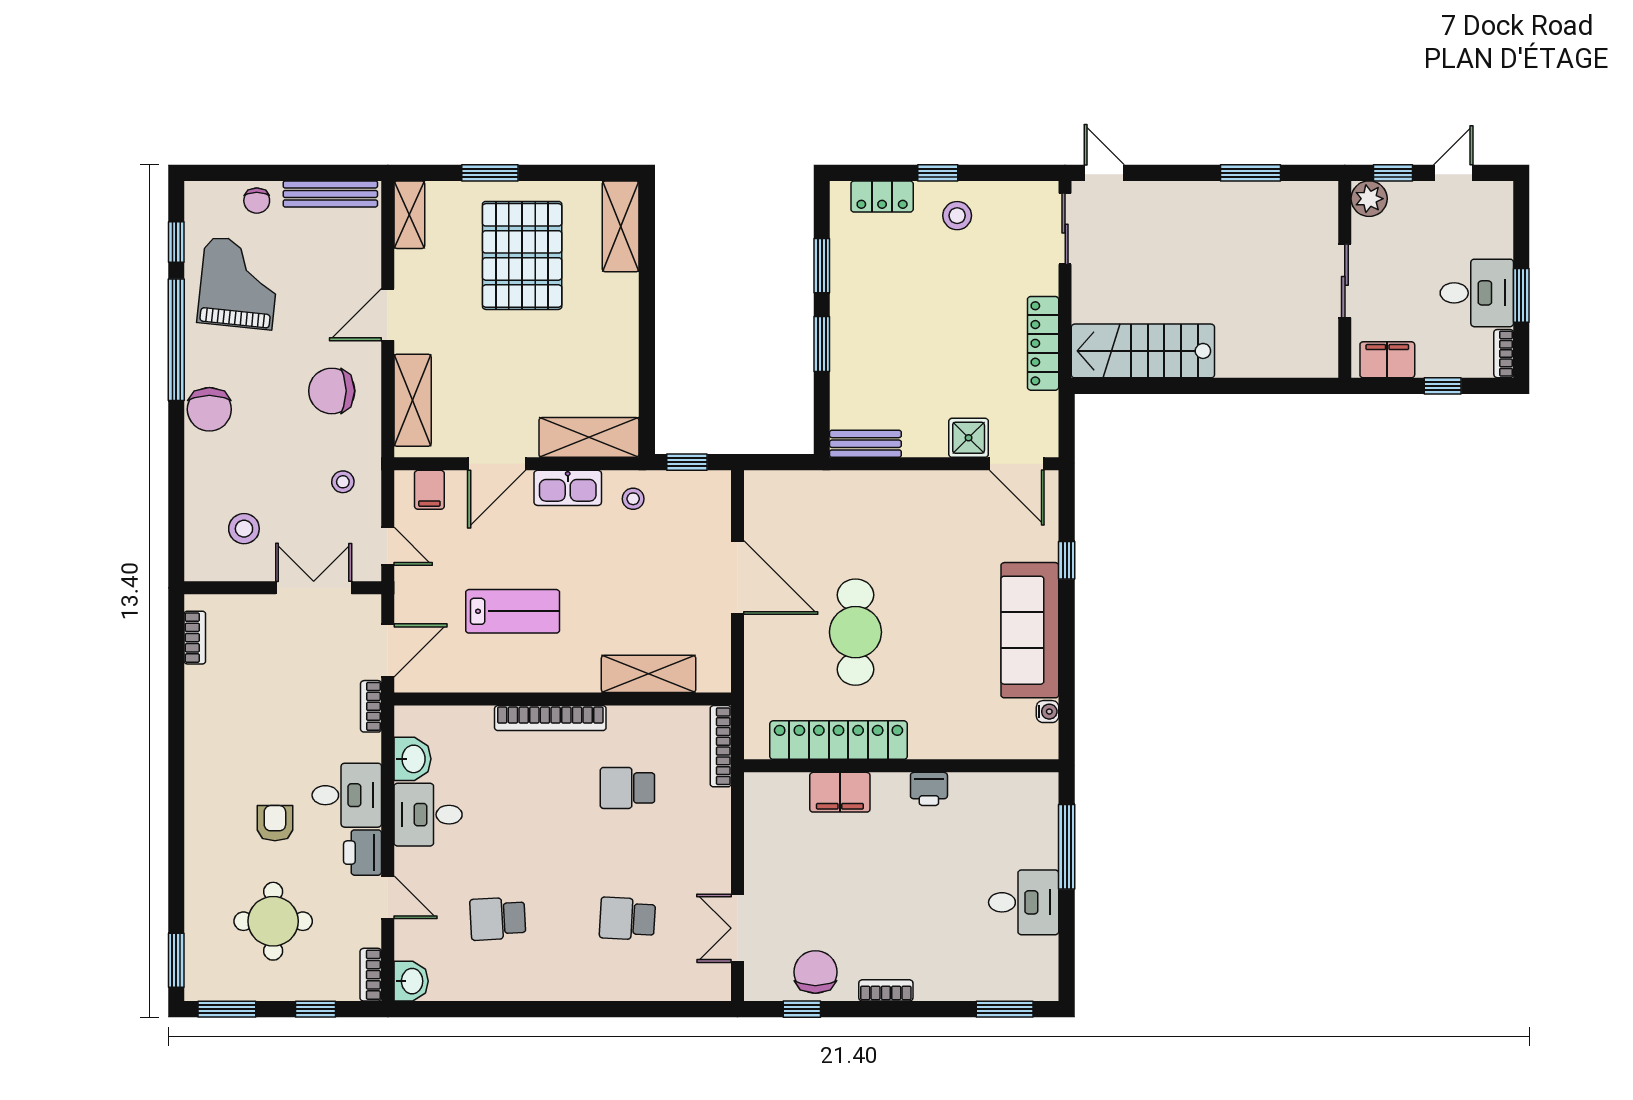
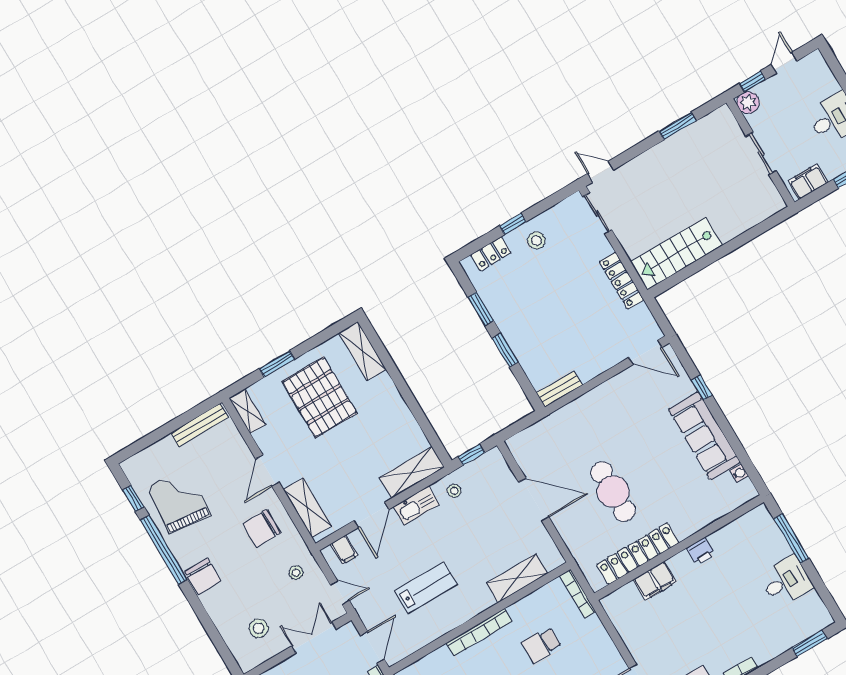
chair: (257, 201) -> (163, 451), removed
shower: (969, 438) -> (612, 354), removed

